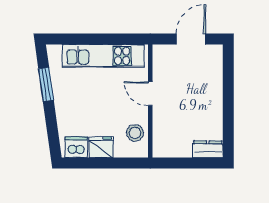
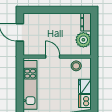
door: (150, 94) -> (53, 57), swing flipped
plant: (179, 145) -> (83, 40), added

